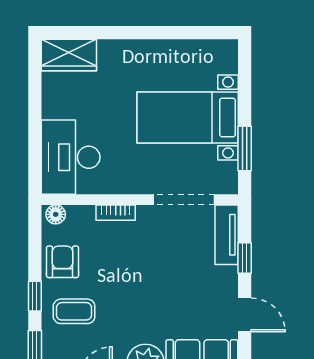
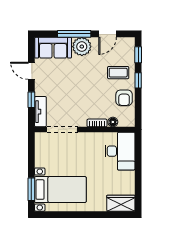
bed with nightstands: (188, 117) -> (60, 190), moved
window: (245, 148) -> (31, 189), moved
floor lamp: (56, 214) -> (113, 122), moved

